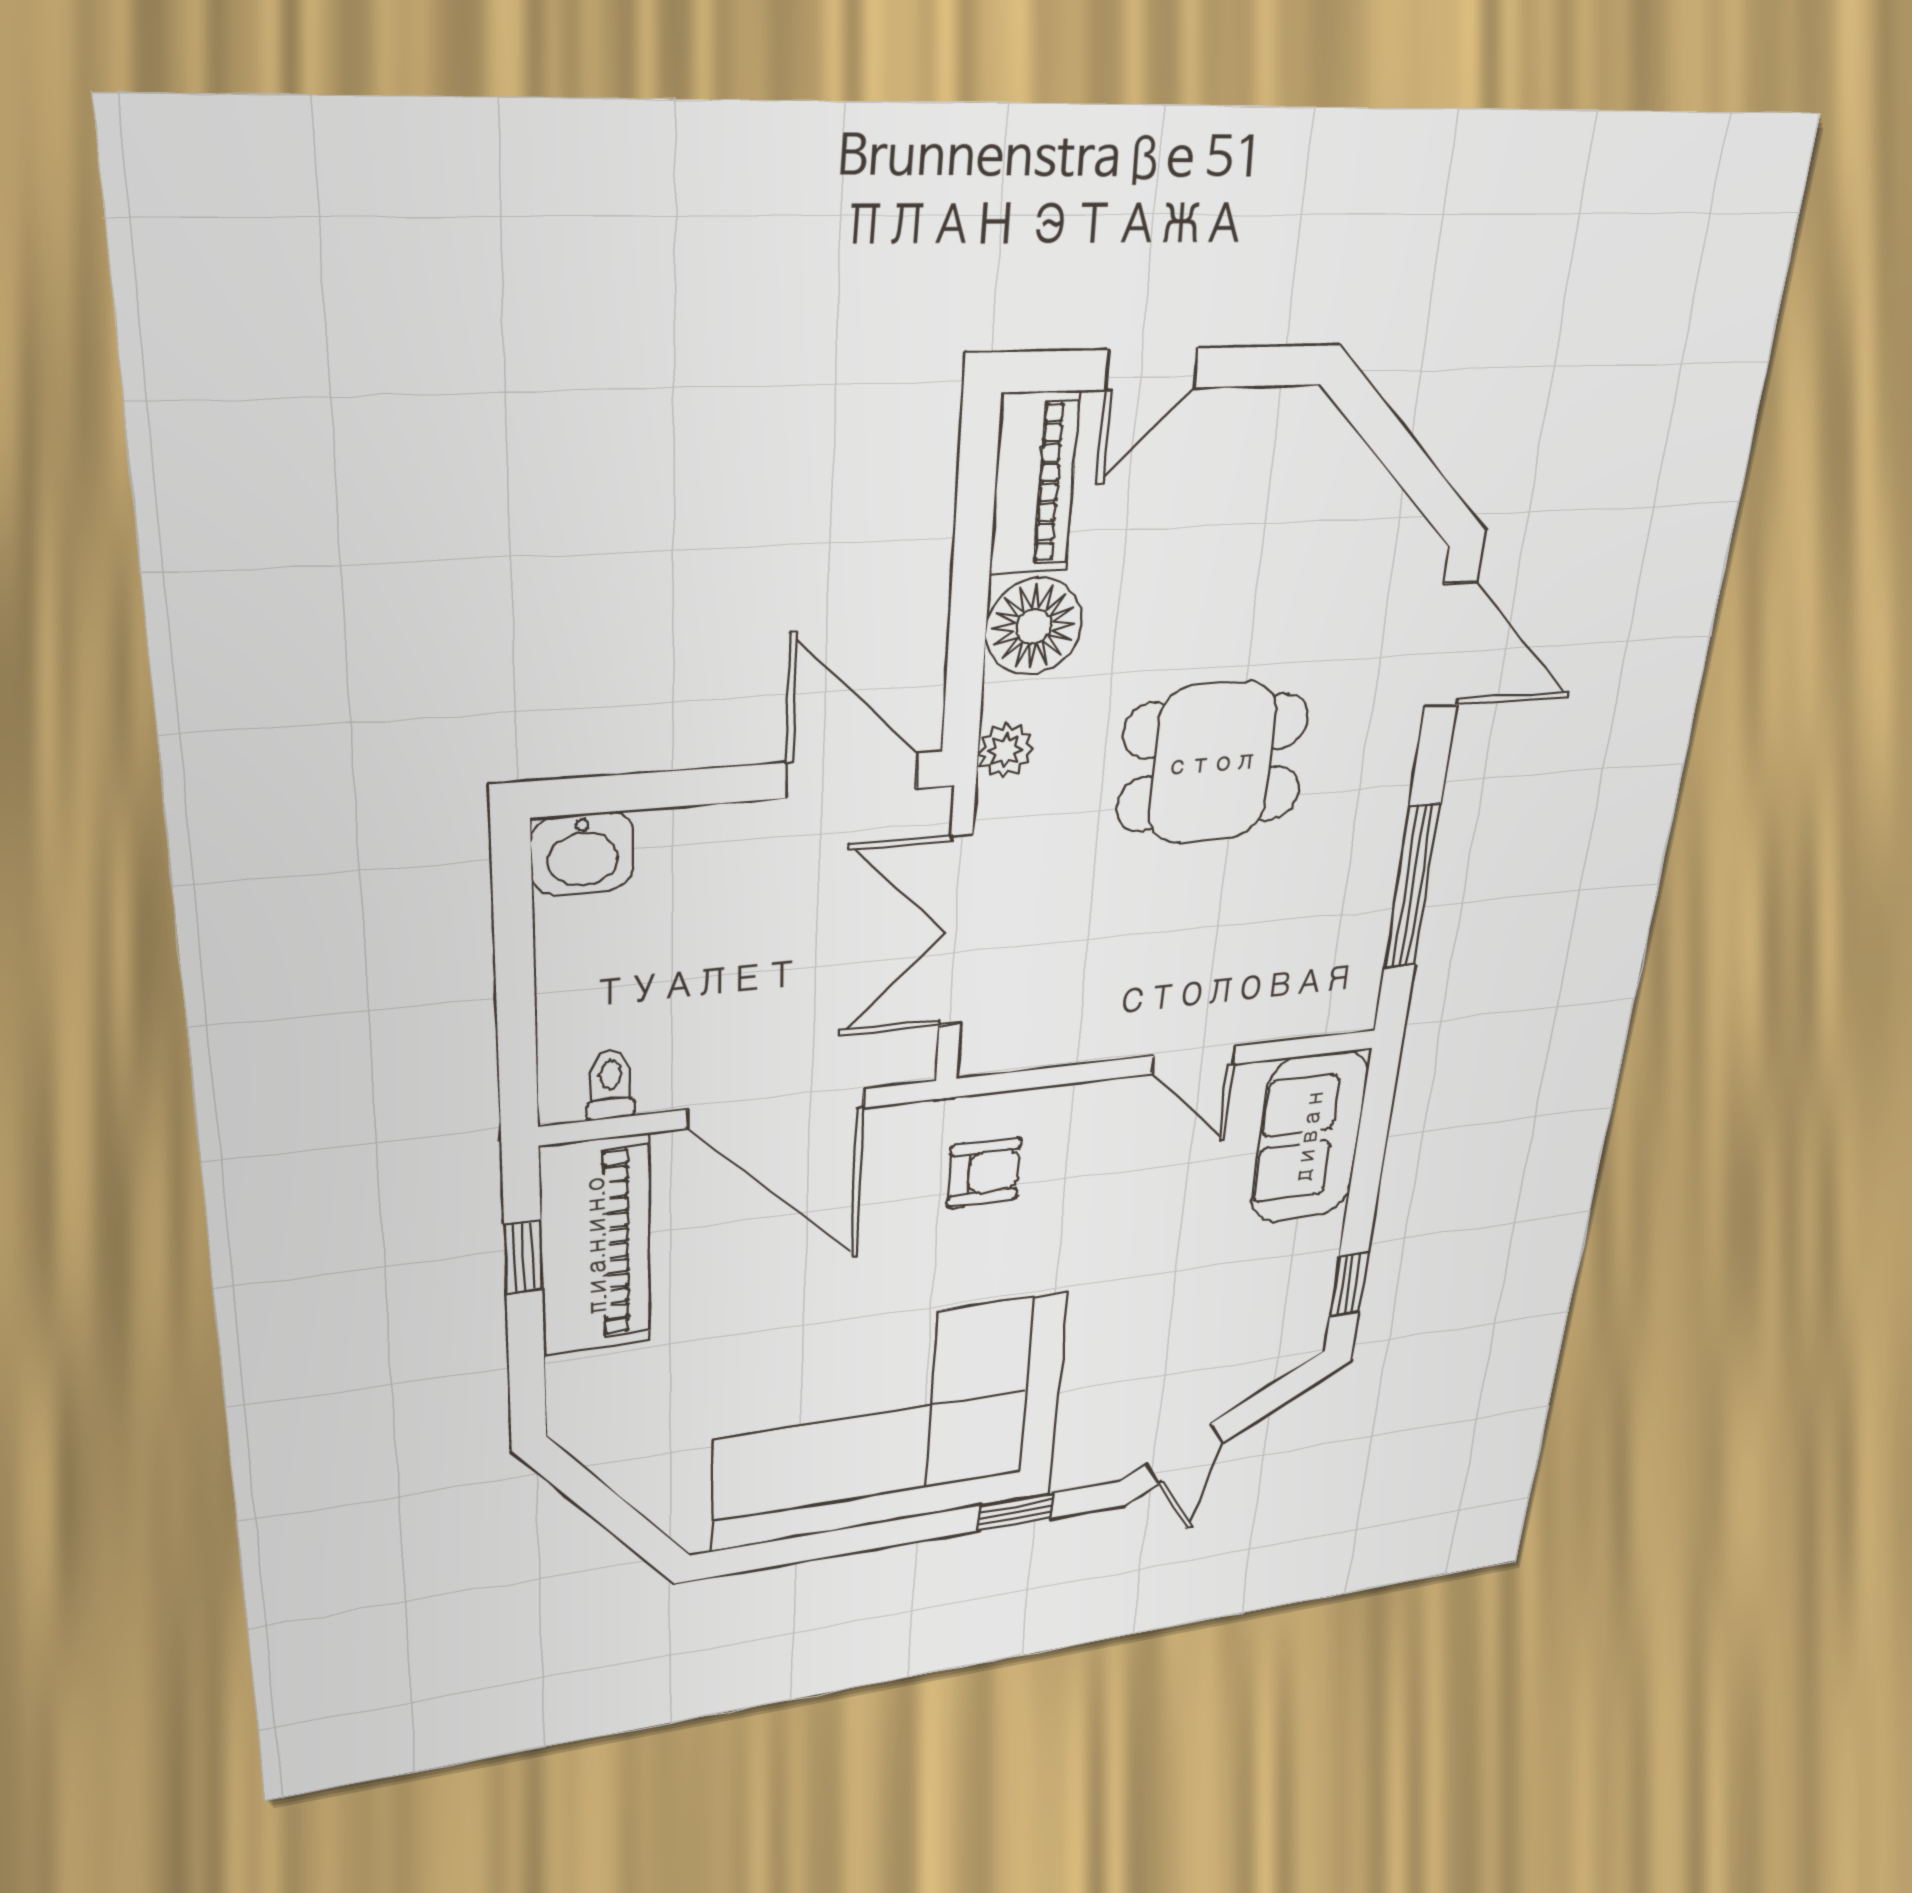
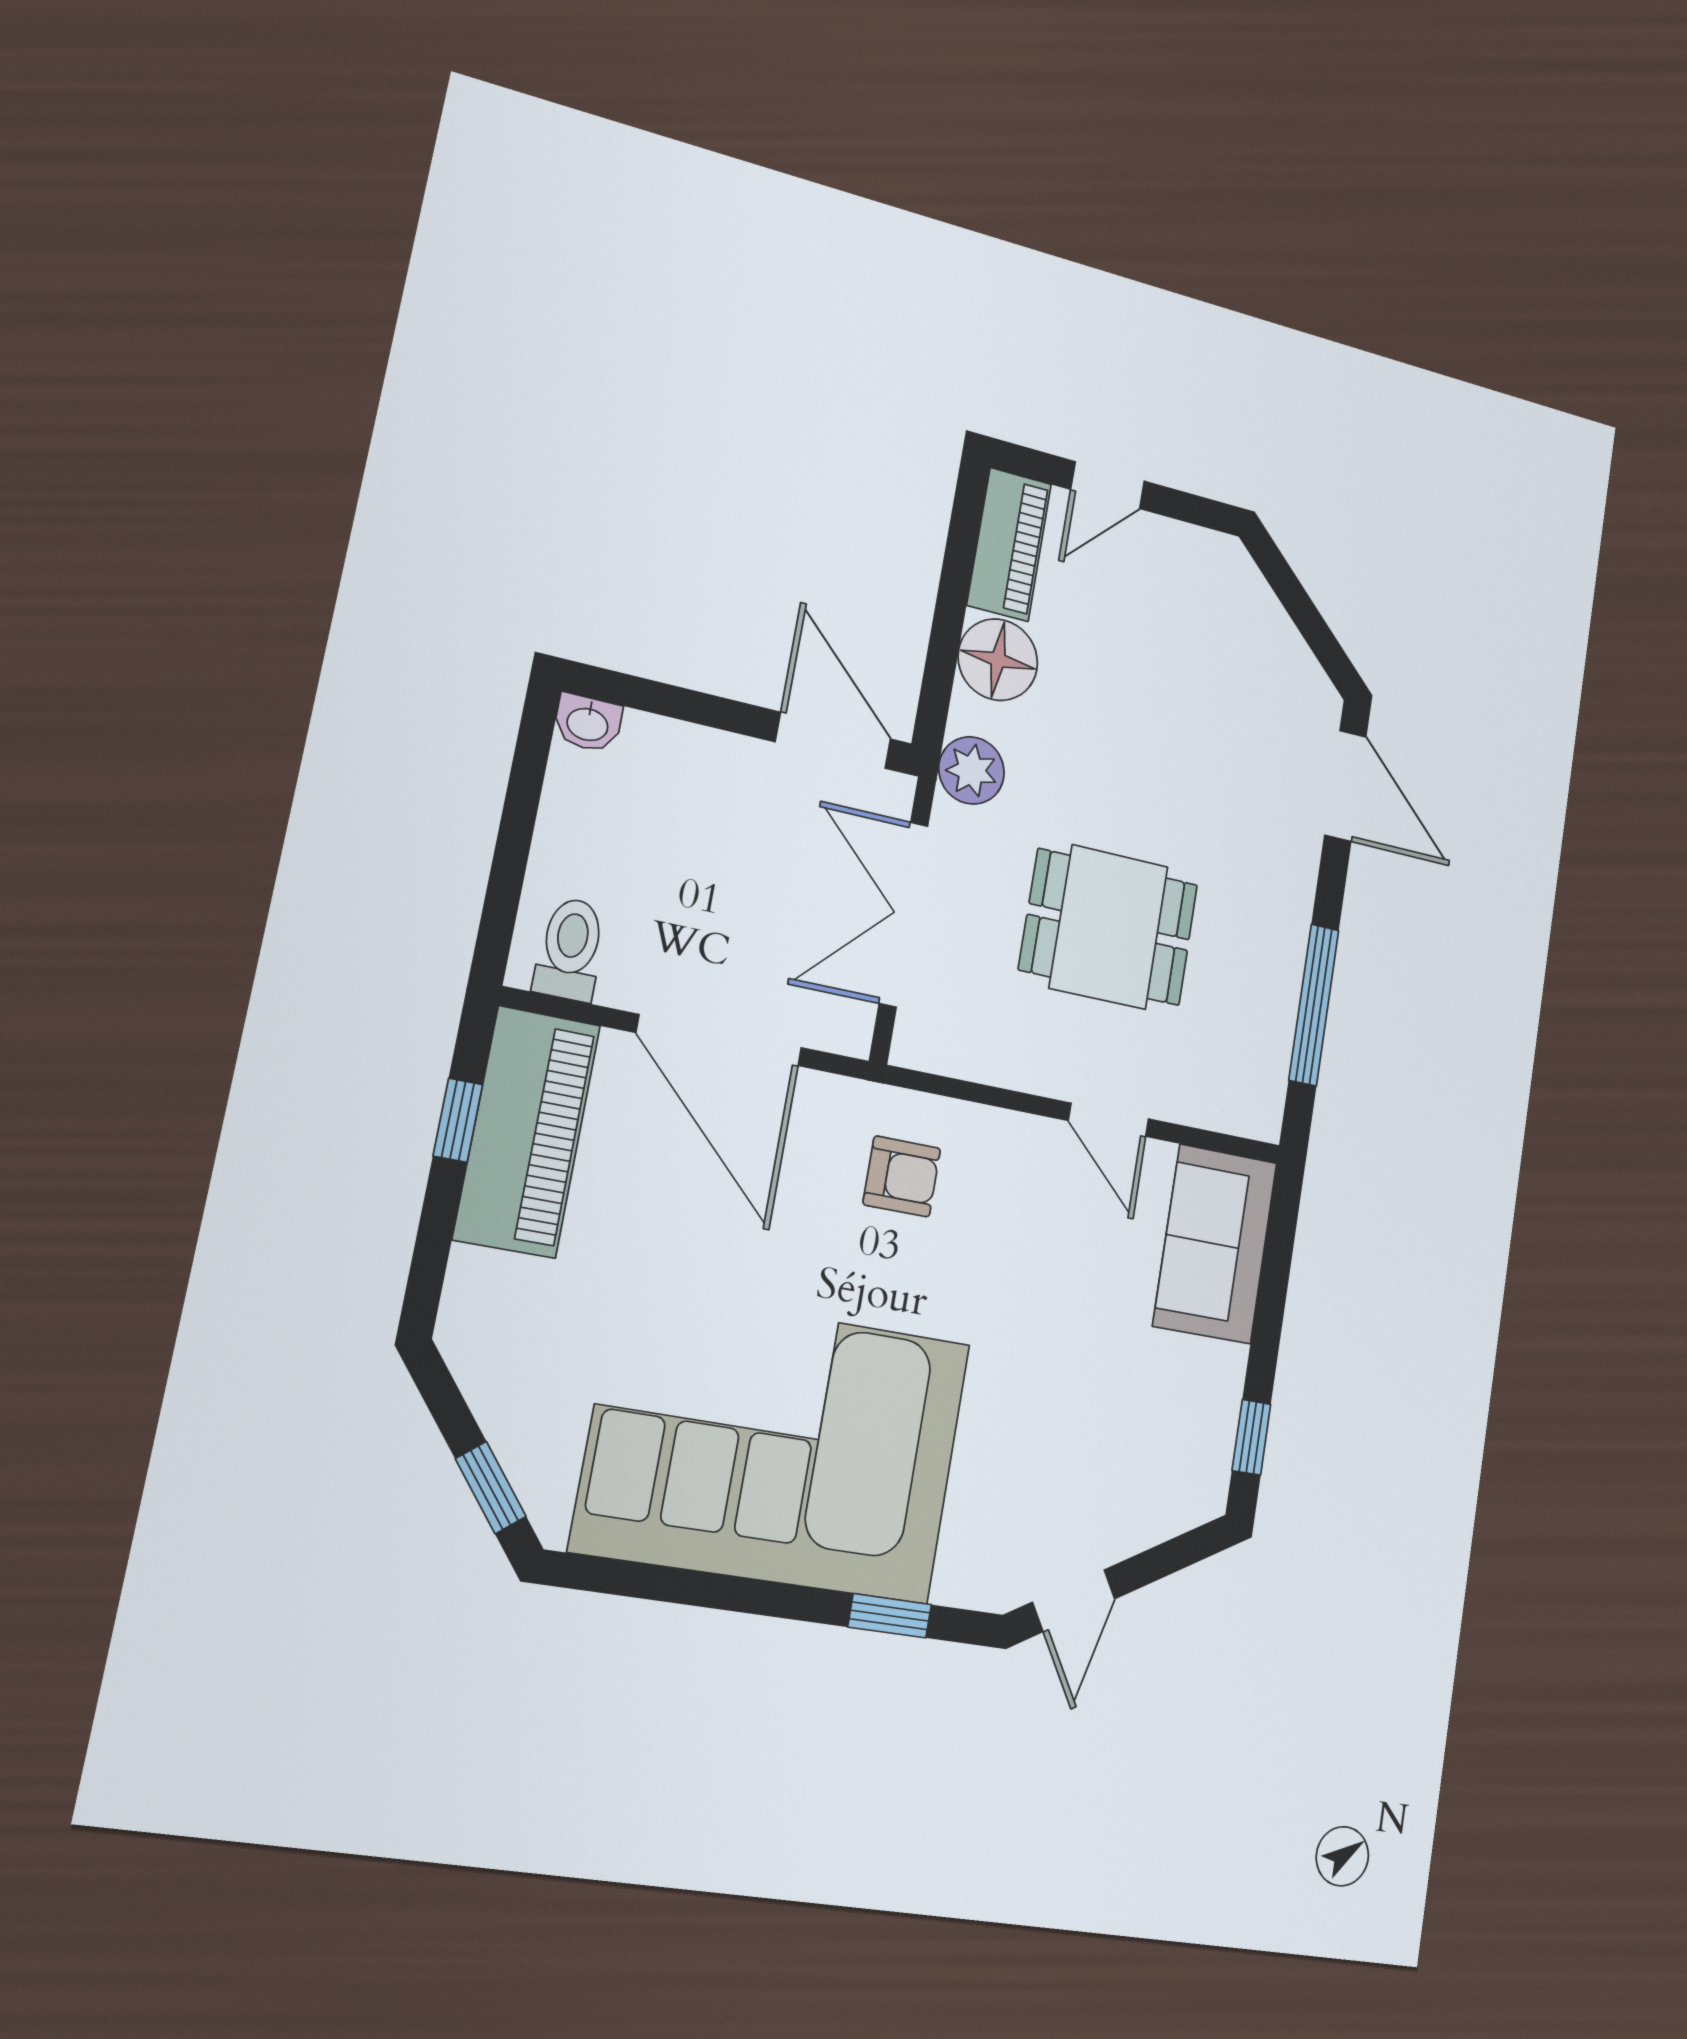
plant: (1005, 750) -> (972, 770), width x1.38, depth x1.38
dining table: (1212, 763) -> (1109, 927), moved
washbasin: (583, 854) -> (588, 723), width x0.72, depth x0.69
toilet: (610, 1084) -> (570, 949), width x1.37, depth x1.39
window: (631, 1527) -> (491, 1488), added

